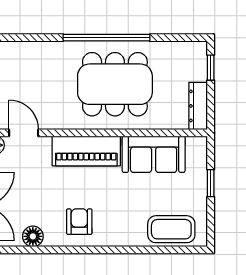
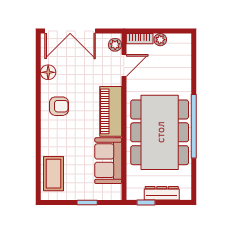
window: (211, 68) -> (146, 202), moved
dining table: (115, 84) -> (160, 132), width x1.36, depth x1.24
dresser: (198, 106) -> (162, 193), moved

